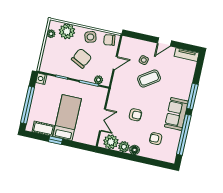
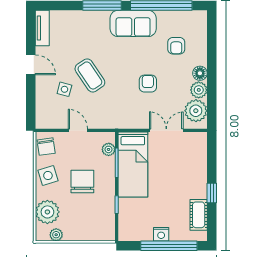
chair: (82, 58) -> (82, 182), turned 63
nightstand: (41, 79) -> (161, 234), moved
bed: (67, 118) -> (133, 165), moved, turned -90

